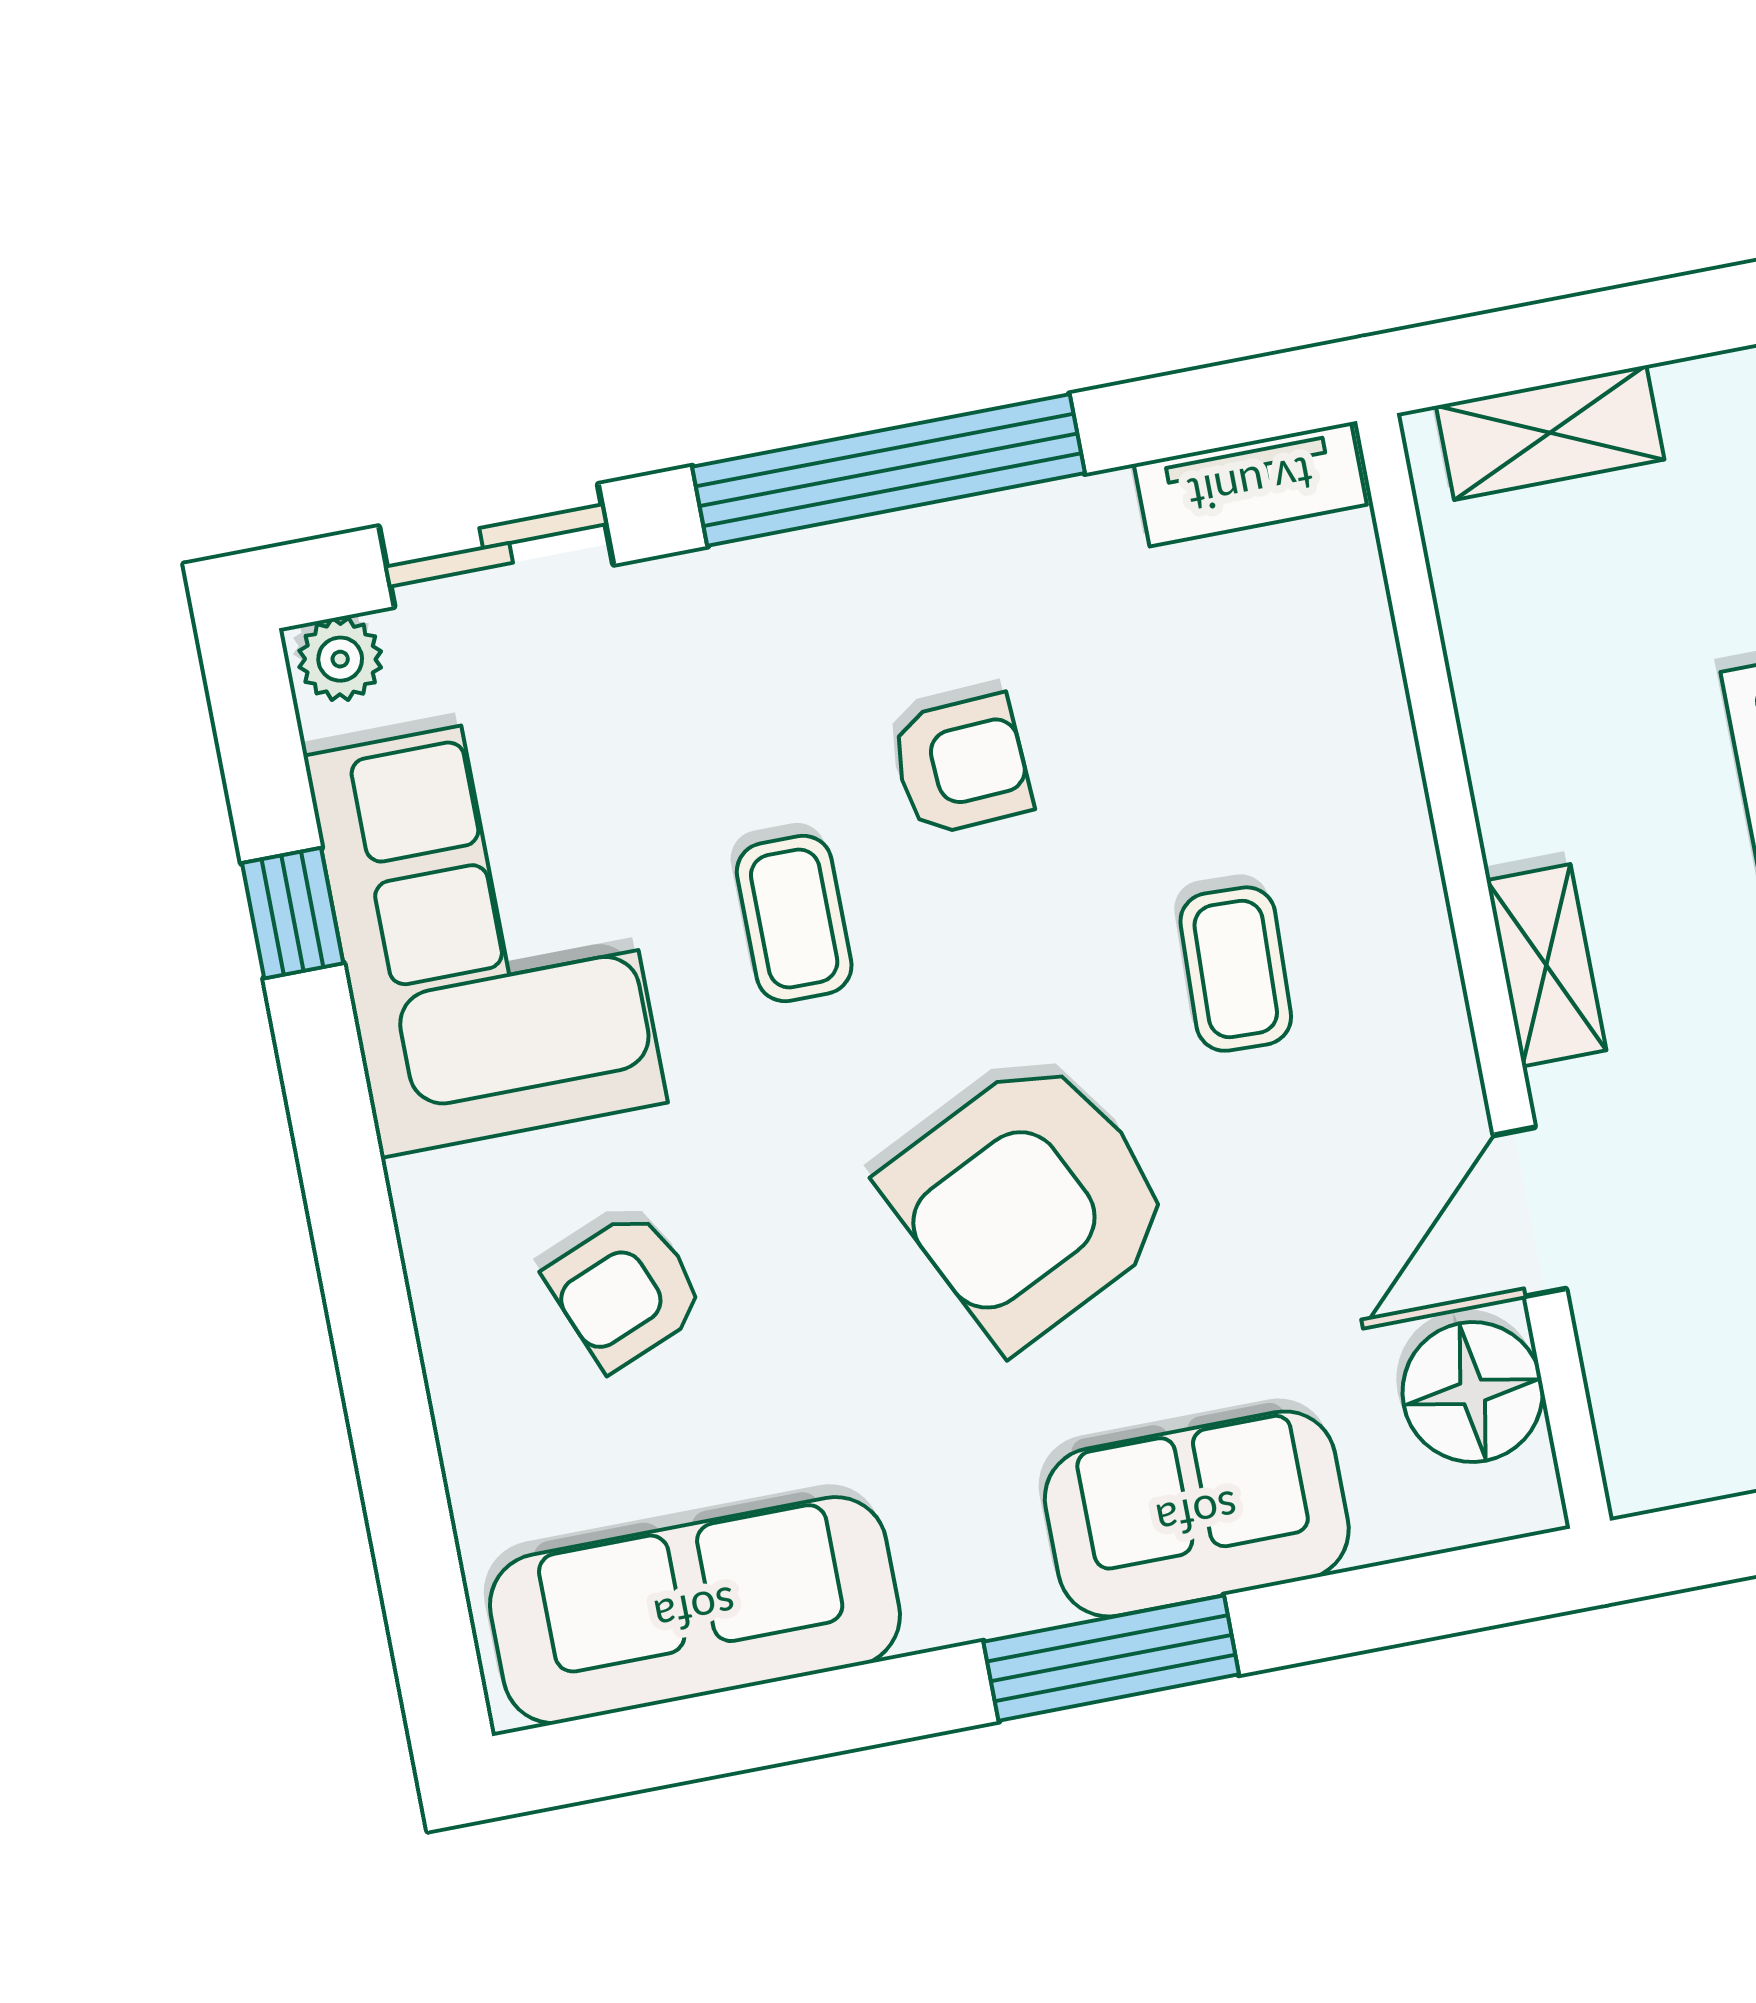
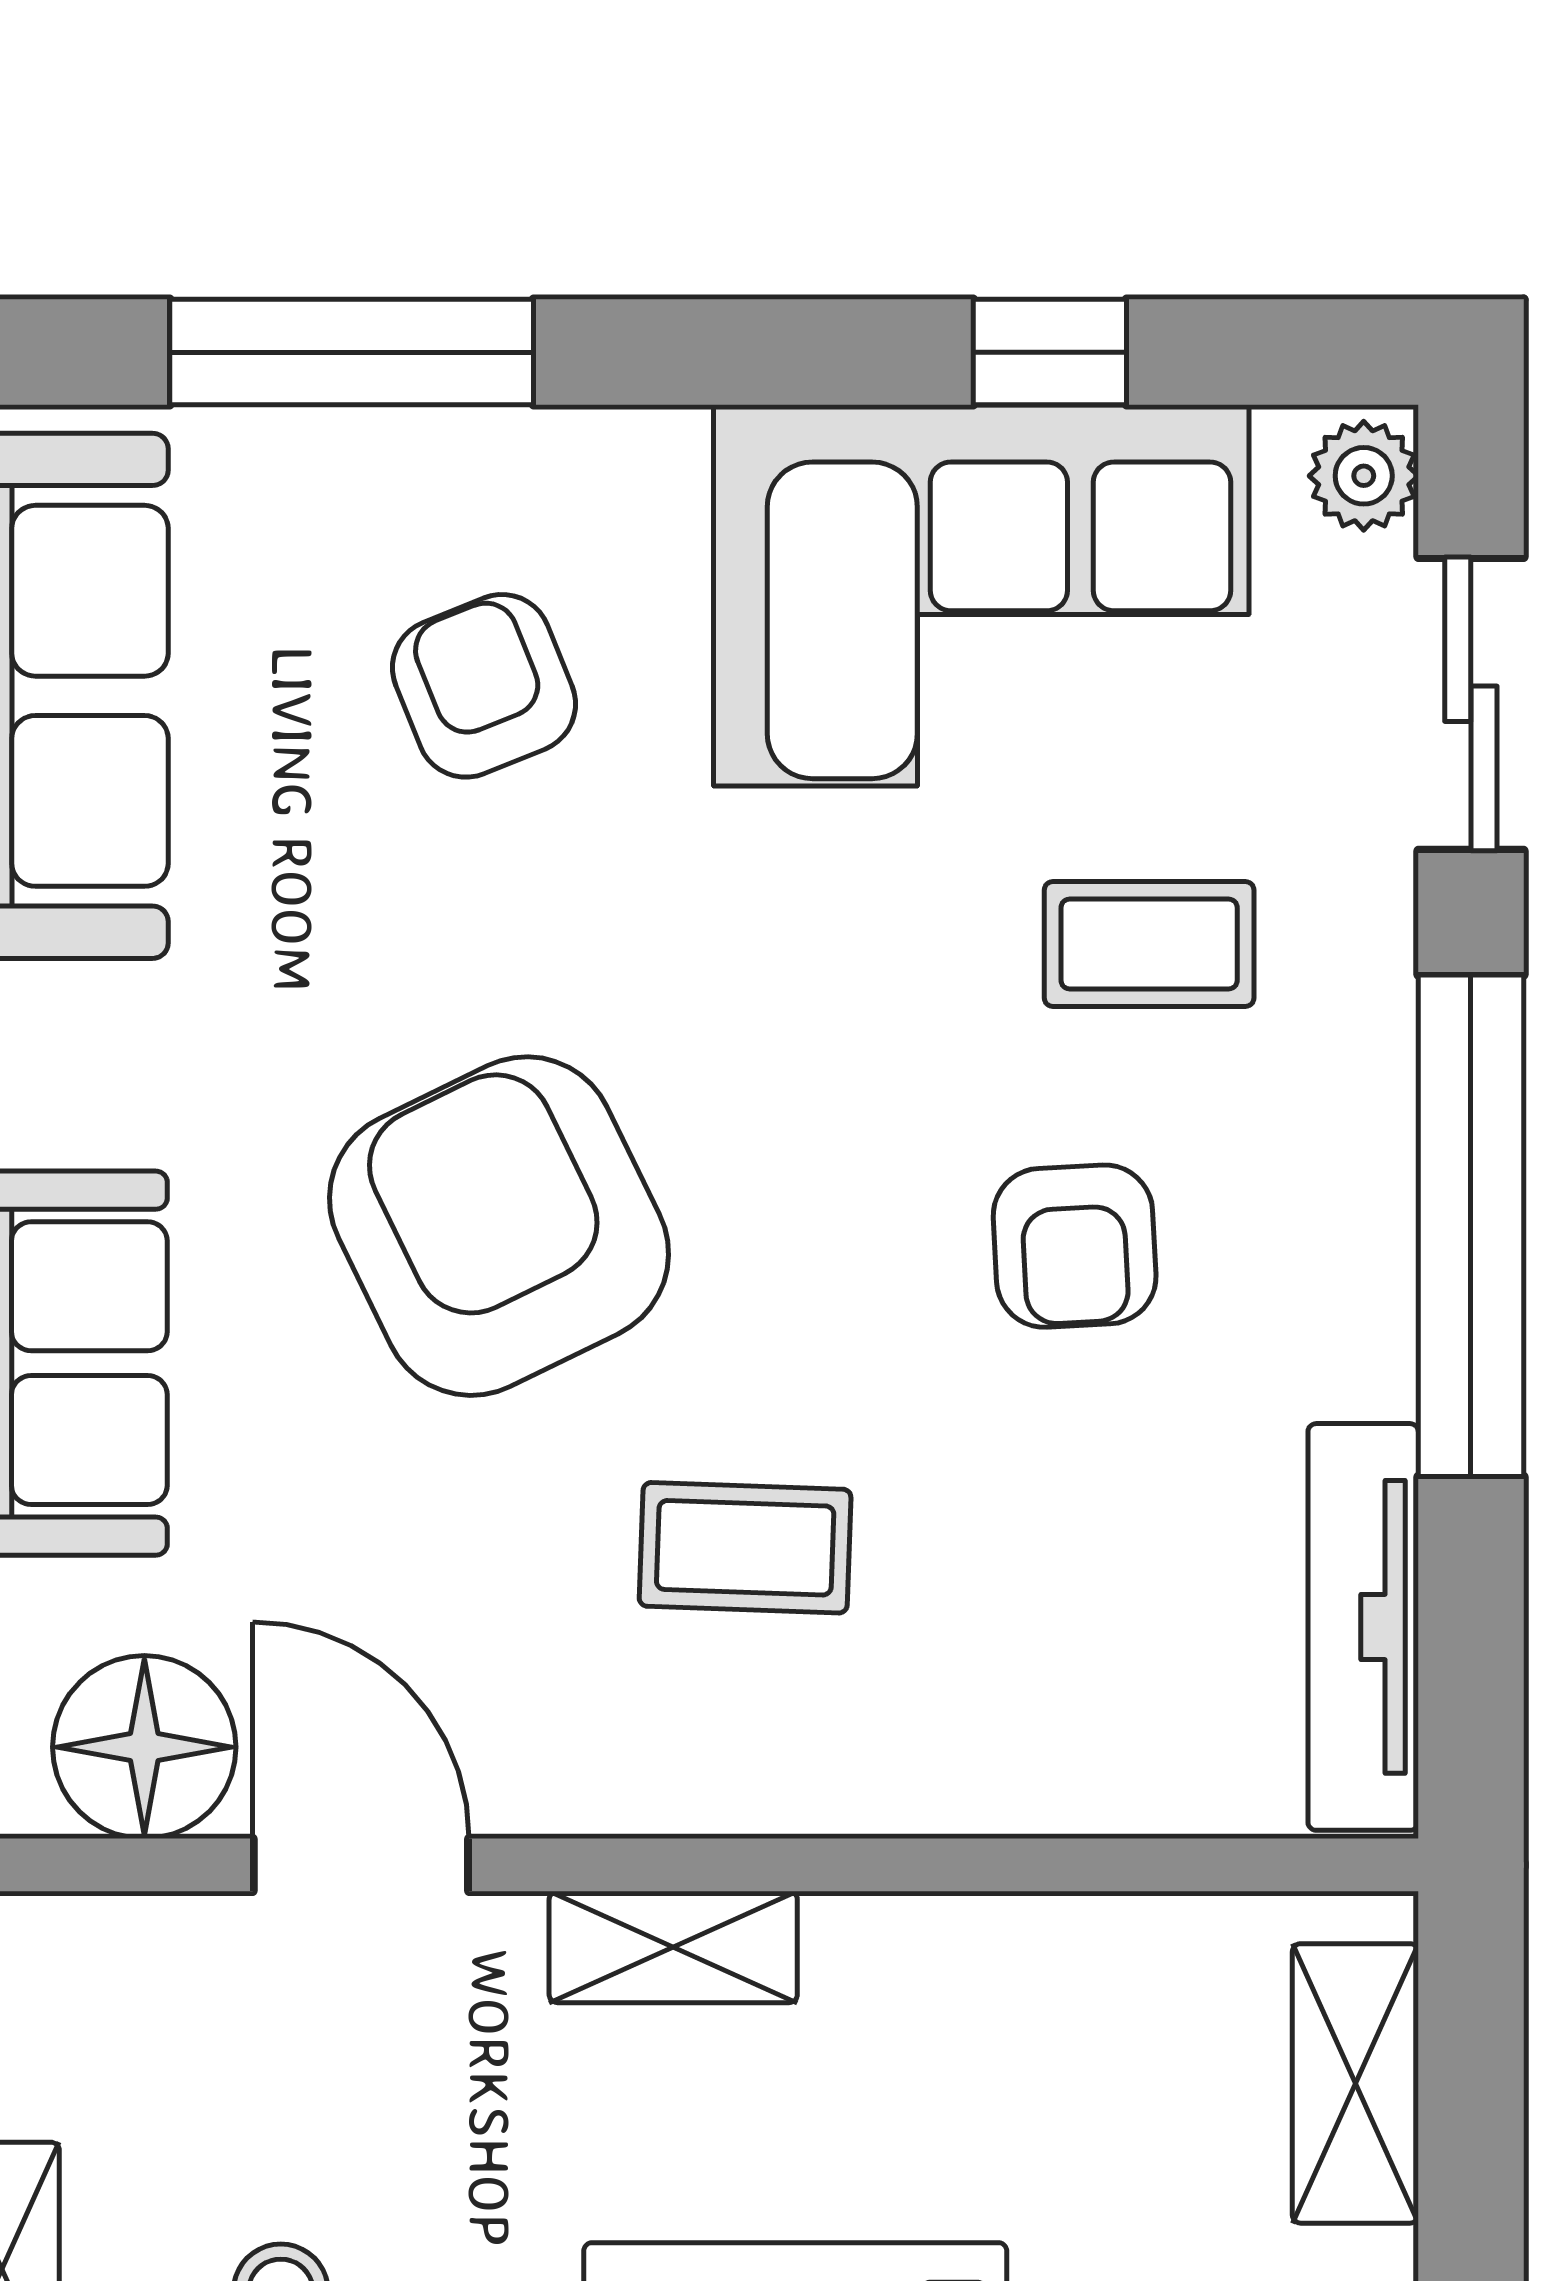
tv unit: (1250, 484) -> (1363, 1627), width x1.41
coffee table: (794, 918) -> (1149, 944), moved
window: (394, 1438) -> (352, 352), added

